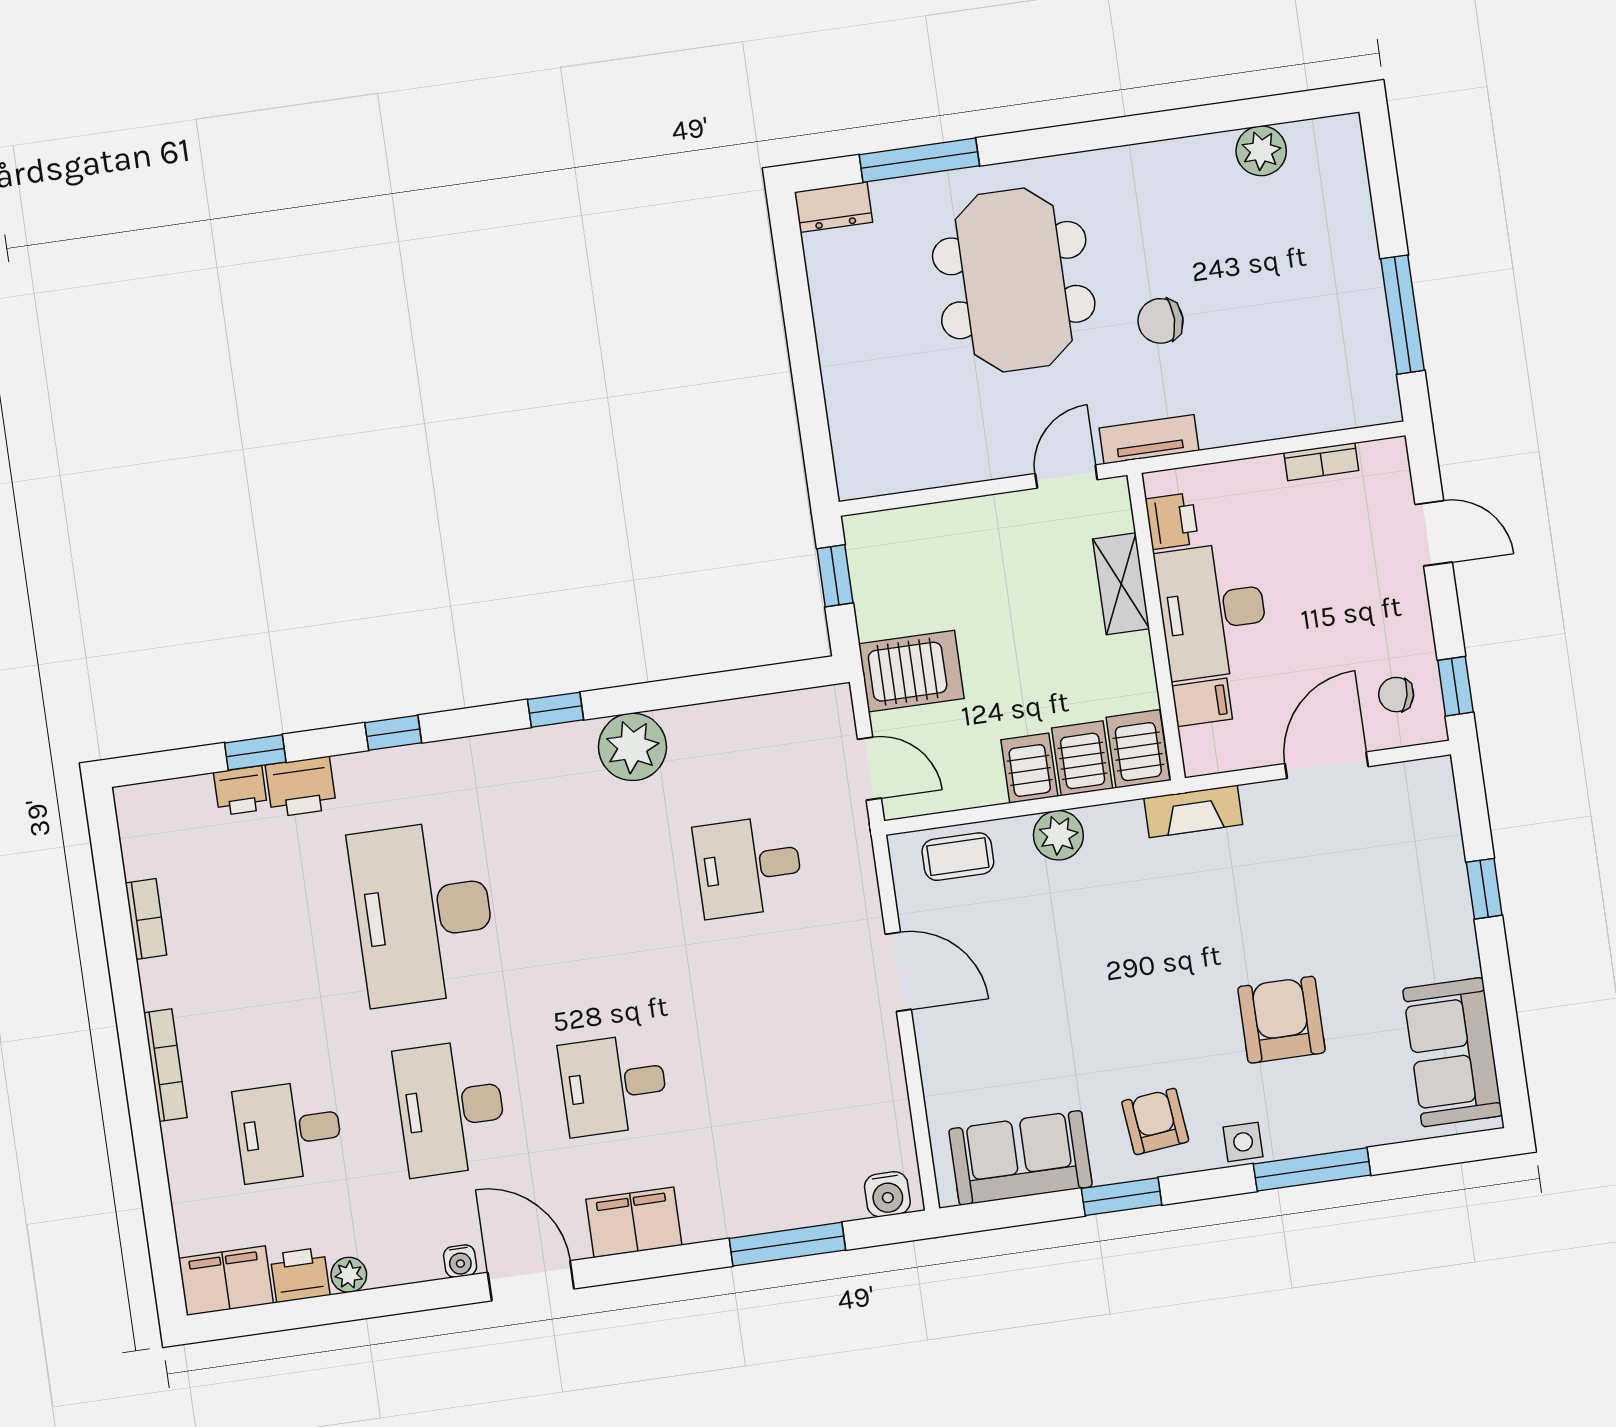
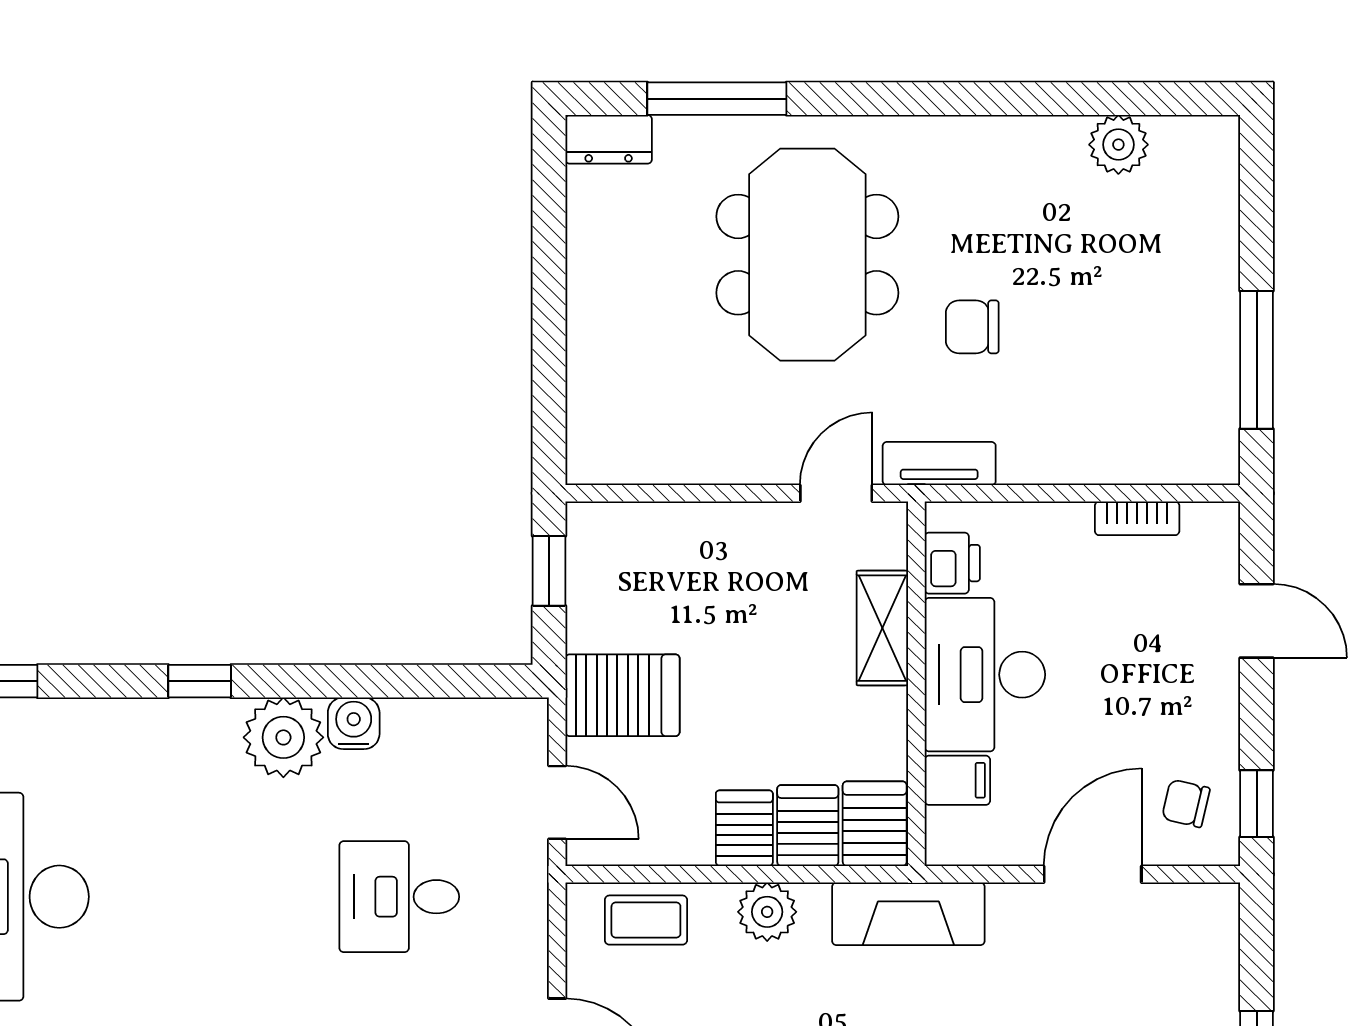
water cooler: (690, 727) -> (354, 723), added
fireplace: (1193, 811) -> (908, 914), width x1.37, depth x1.32

